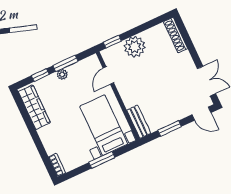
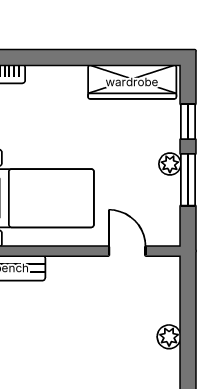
window: (112, 42) -> (188, 288), removed
plant: (135, 47) -> (169, 337), width x0.53, depth x0.53

